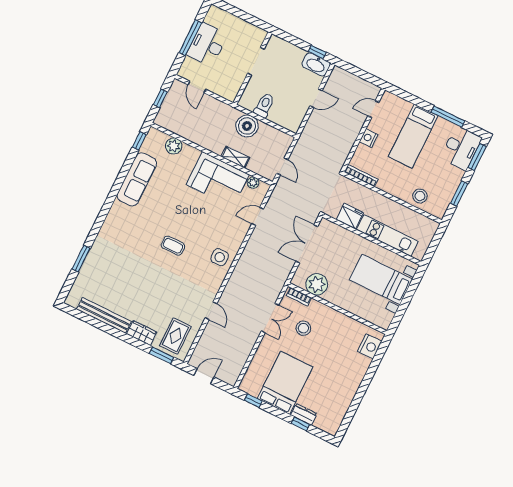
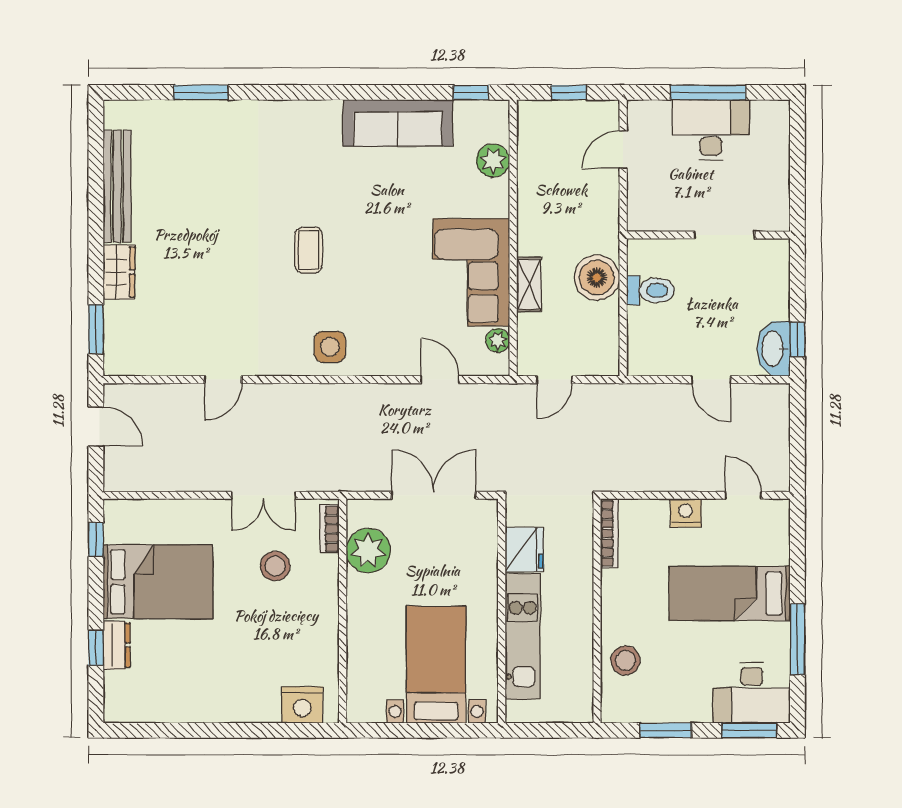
rug: (175, 336) -> (144, 337), removed

